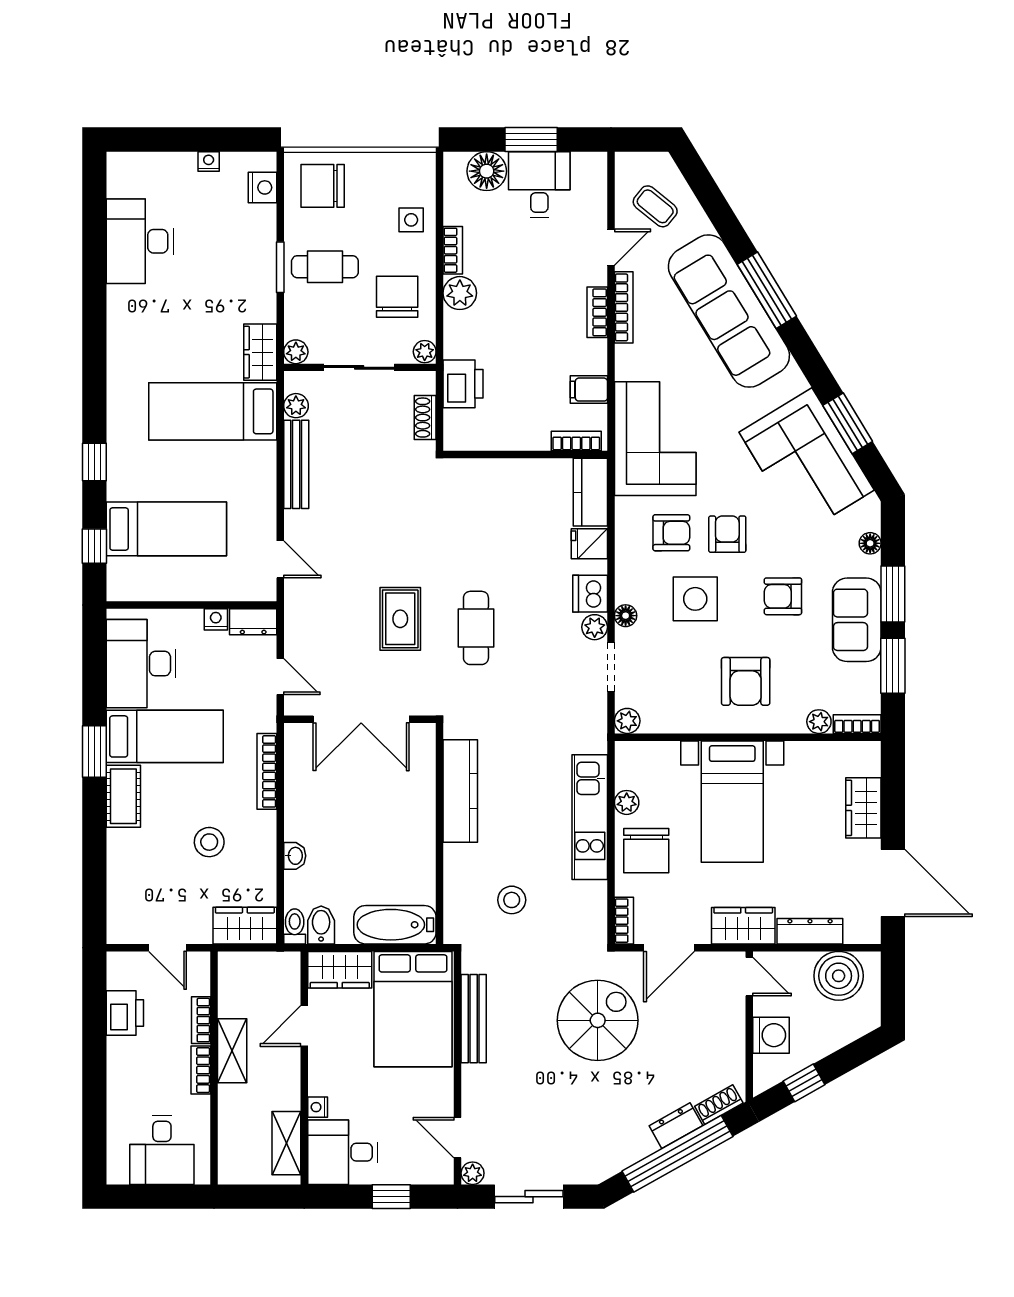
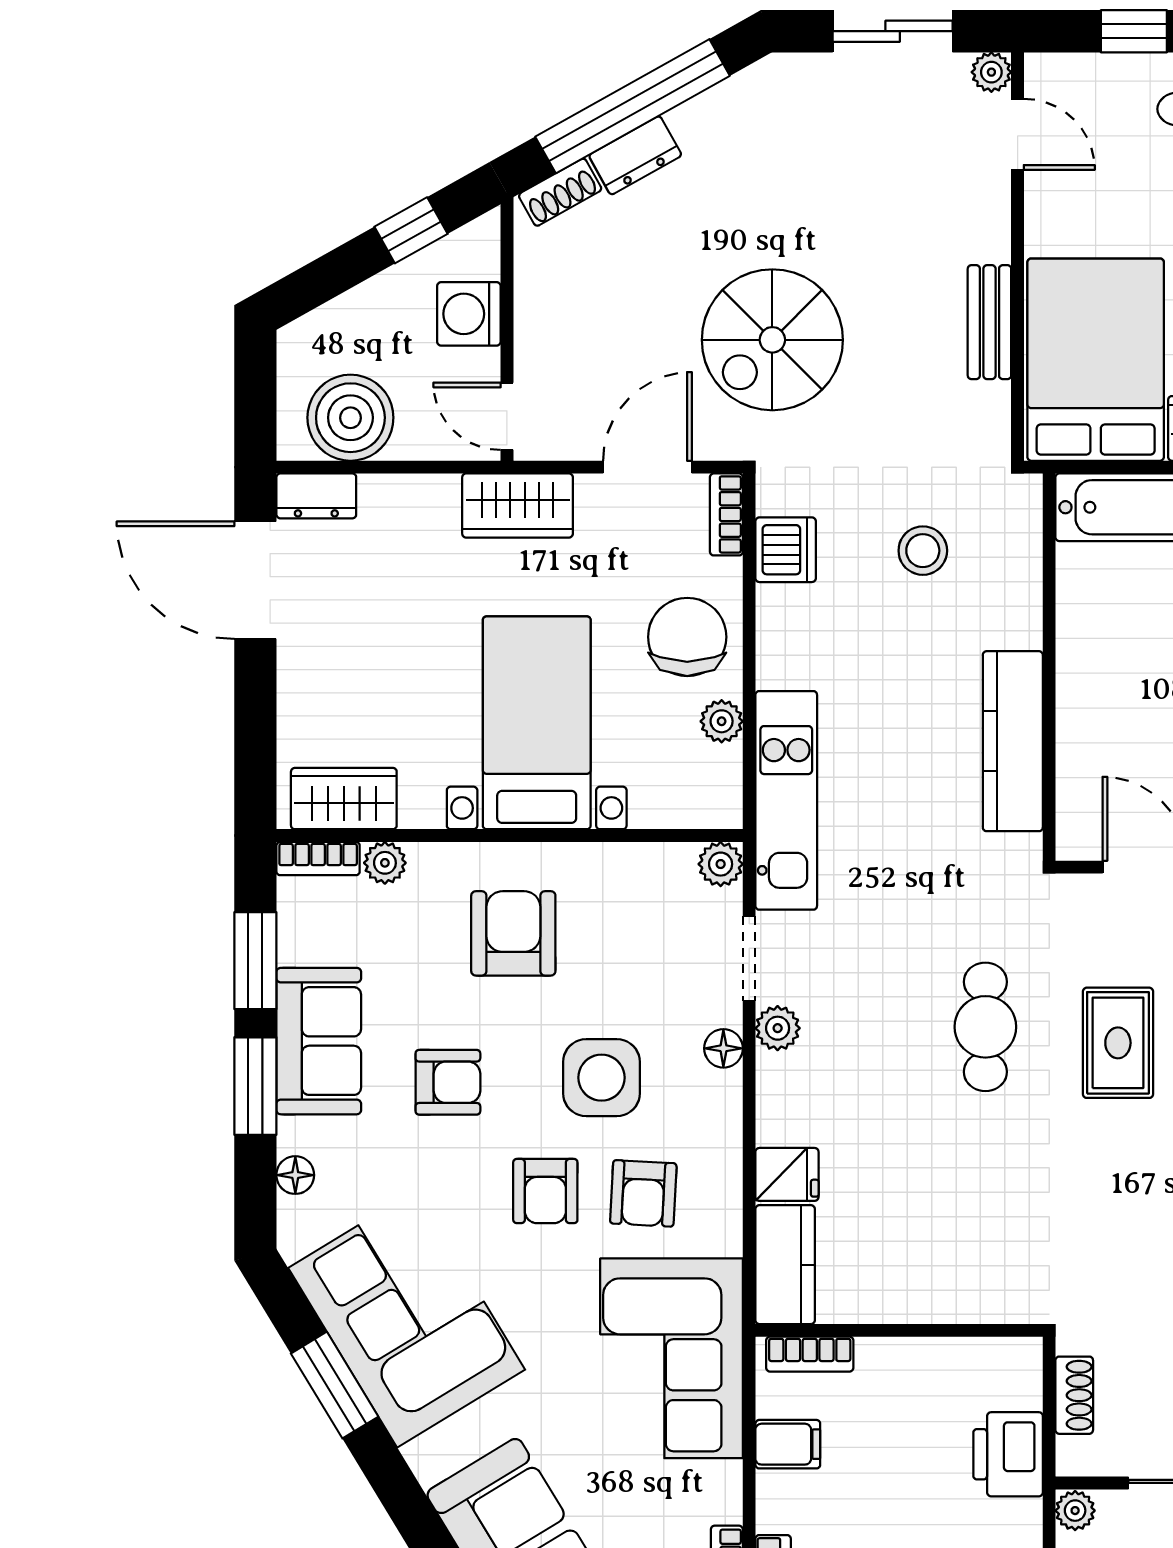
armchair: (671, 533) -> (643, 1193), turned -87
dishwasher: (590, 594) -> (786, 550), moved
wardrobe: (863, 808) -> (344, 799), moved, turned -90
kitchen unit: (590, 817) -> (786, 800), moved
dresser: (810, 931) -> (316, 496), moved, width x0.70
bench: (474, 1019) -> (989, 322), width x0.73

